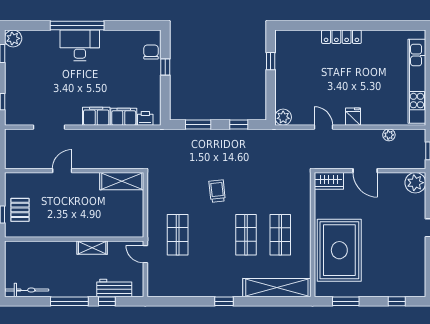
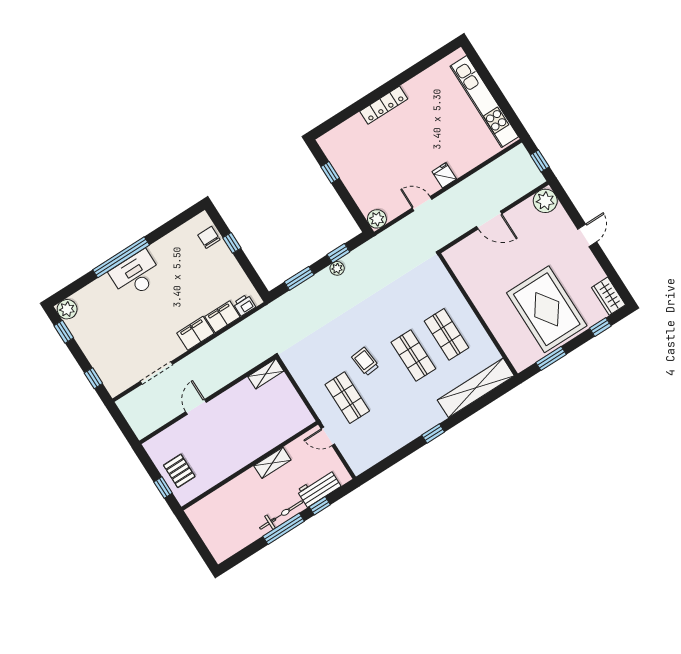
plant: (389, 135) -> (337, 268), moved
shelving: (122, 181) -> (266, 374), width x0.67, depth x0.75
wardrobe: (329, 181) -> (609, 296), moved, turned 90
trolley: (217, 191) -> (365, 362), moved
rug: (339, 250) -> (547, 309), moved
bicycle: (27, 290) -> (281, 515), moved

